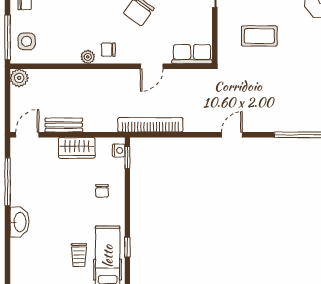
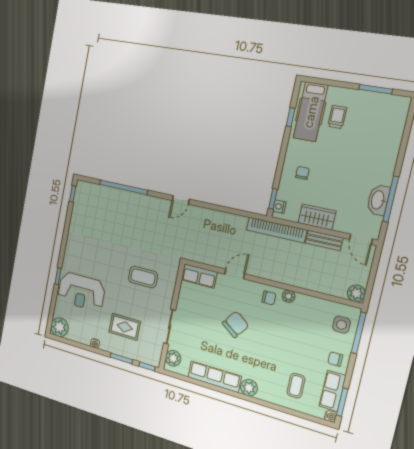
bookcase: (150, 125) -> (276, 230), moved
door: (27, 135) -> (361, 239), hinge flipped
washbasin: (19, 222) -> (378, 200), moved

